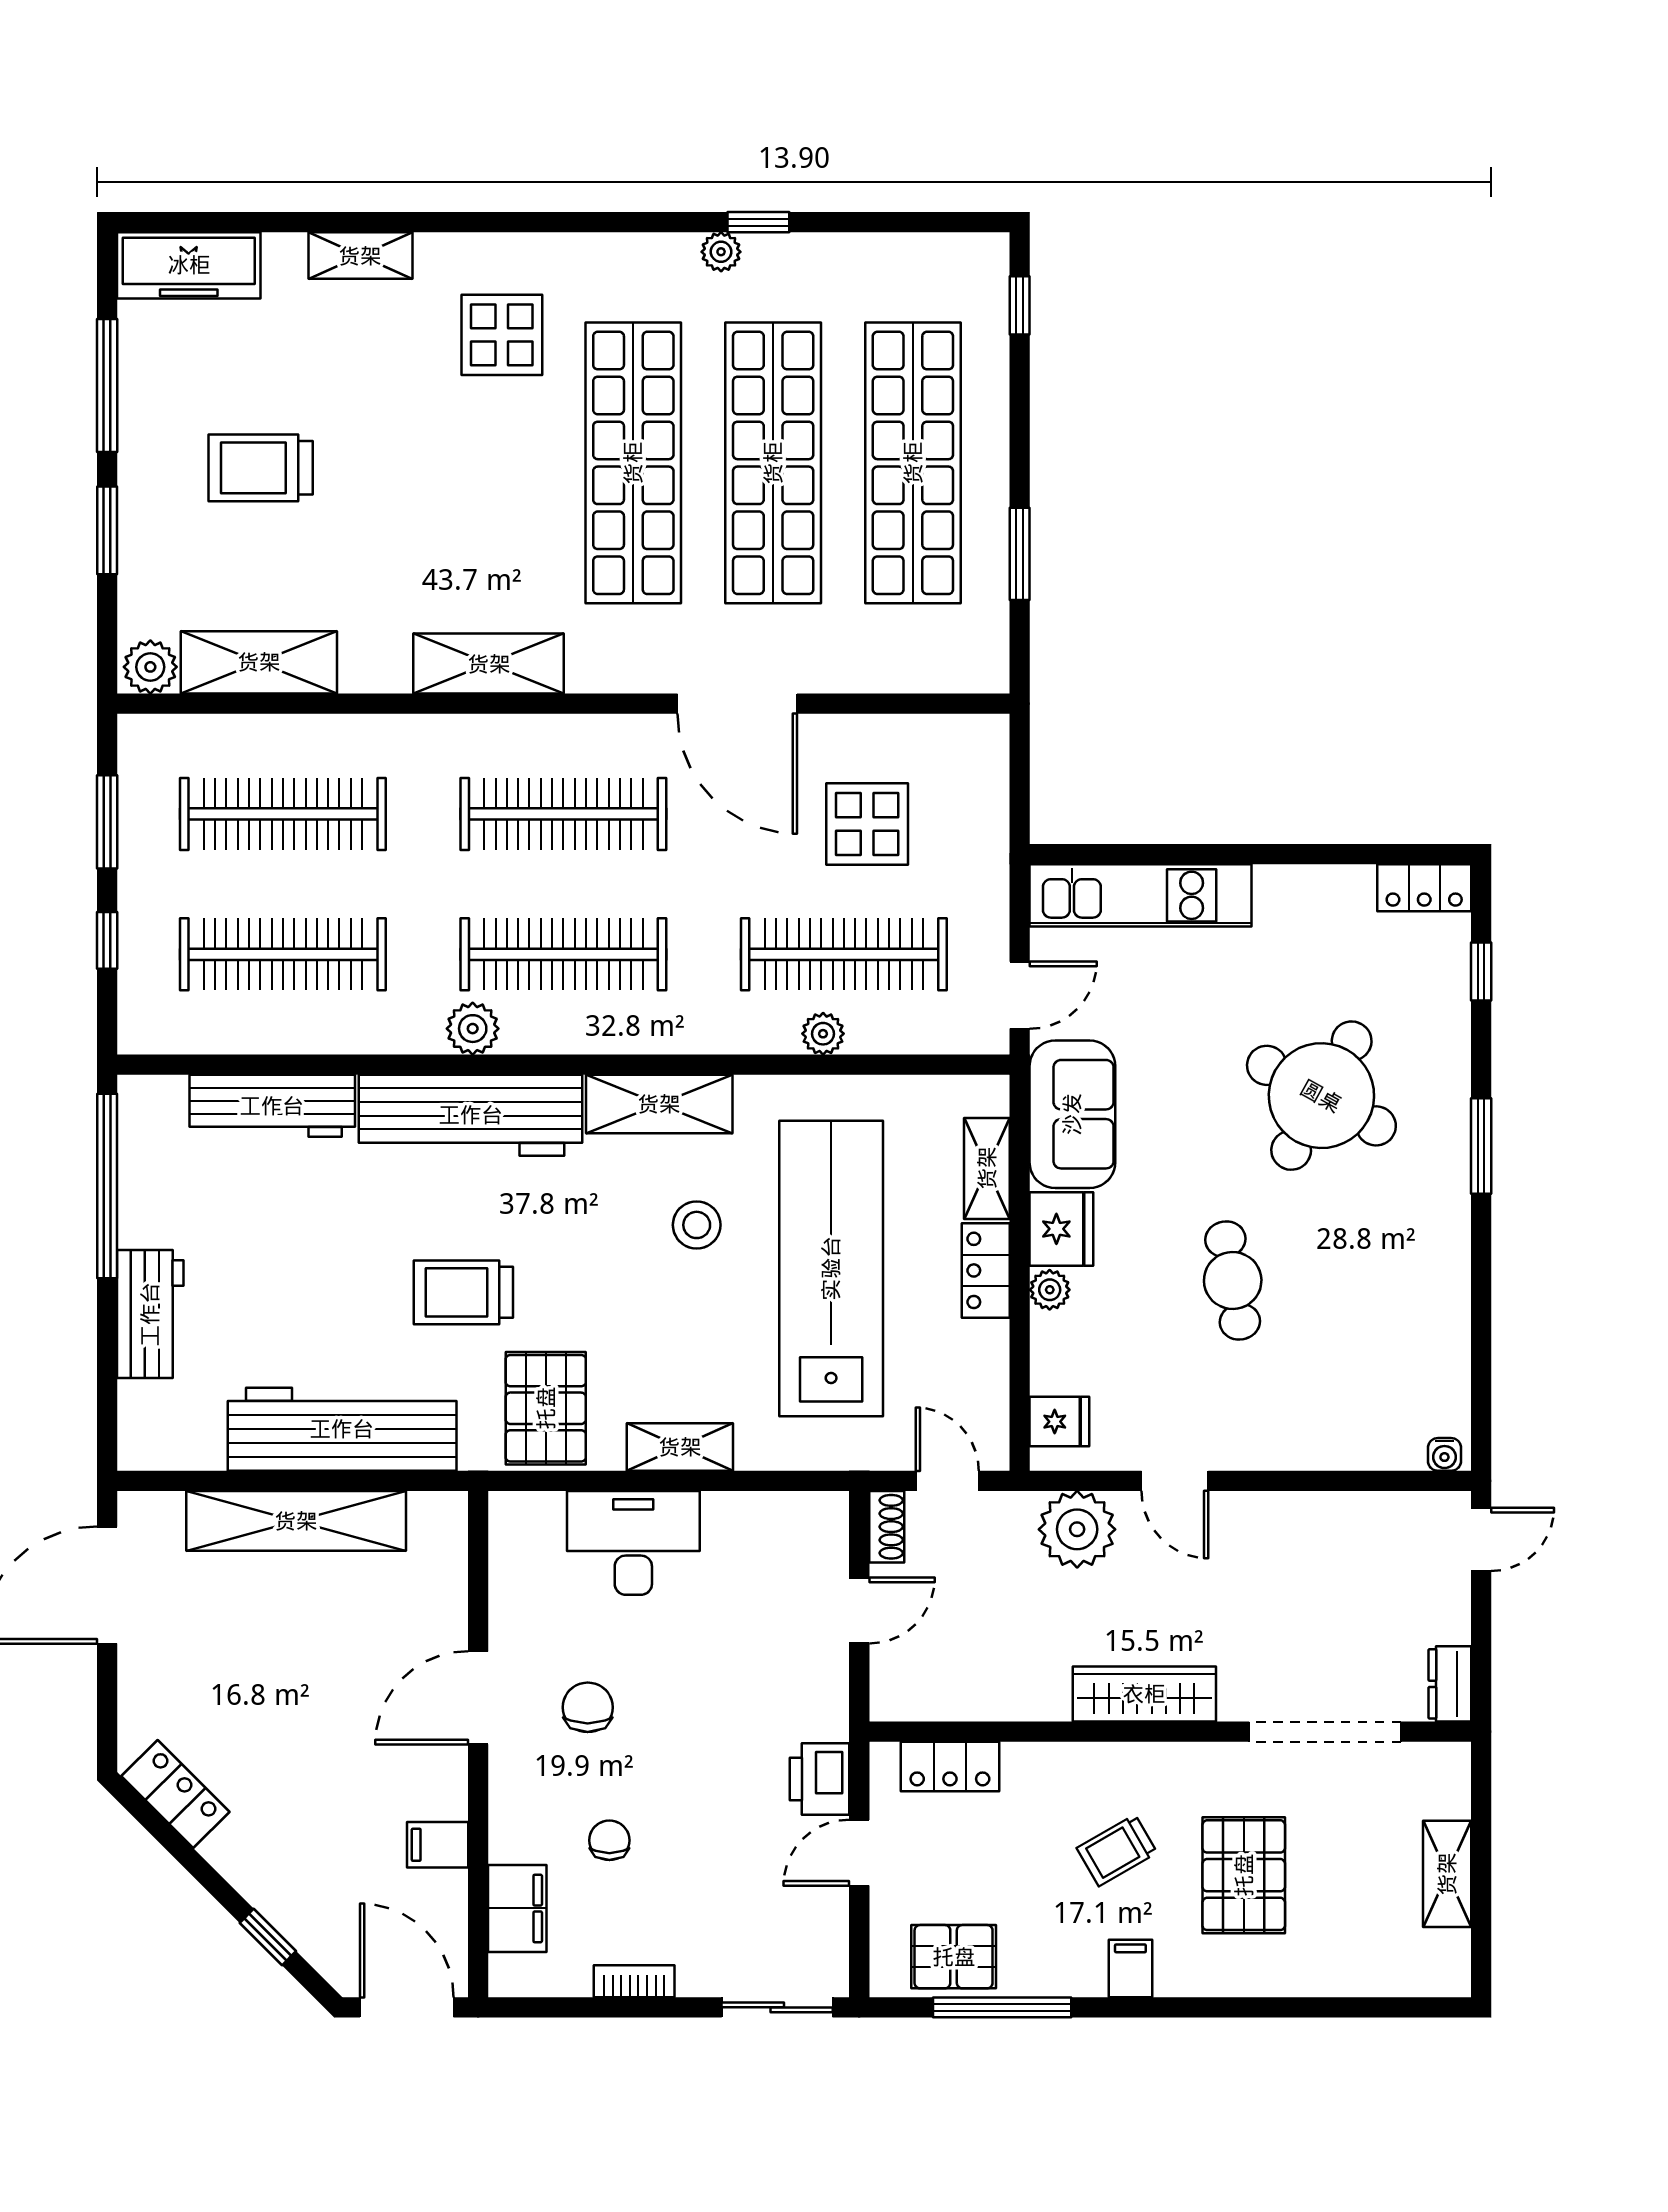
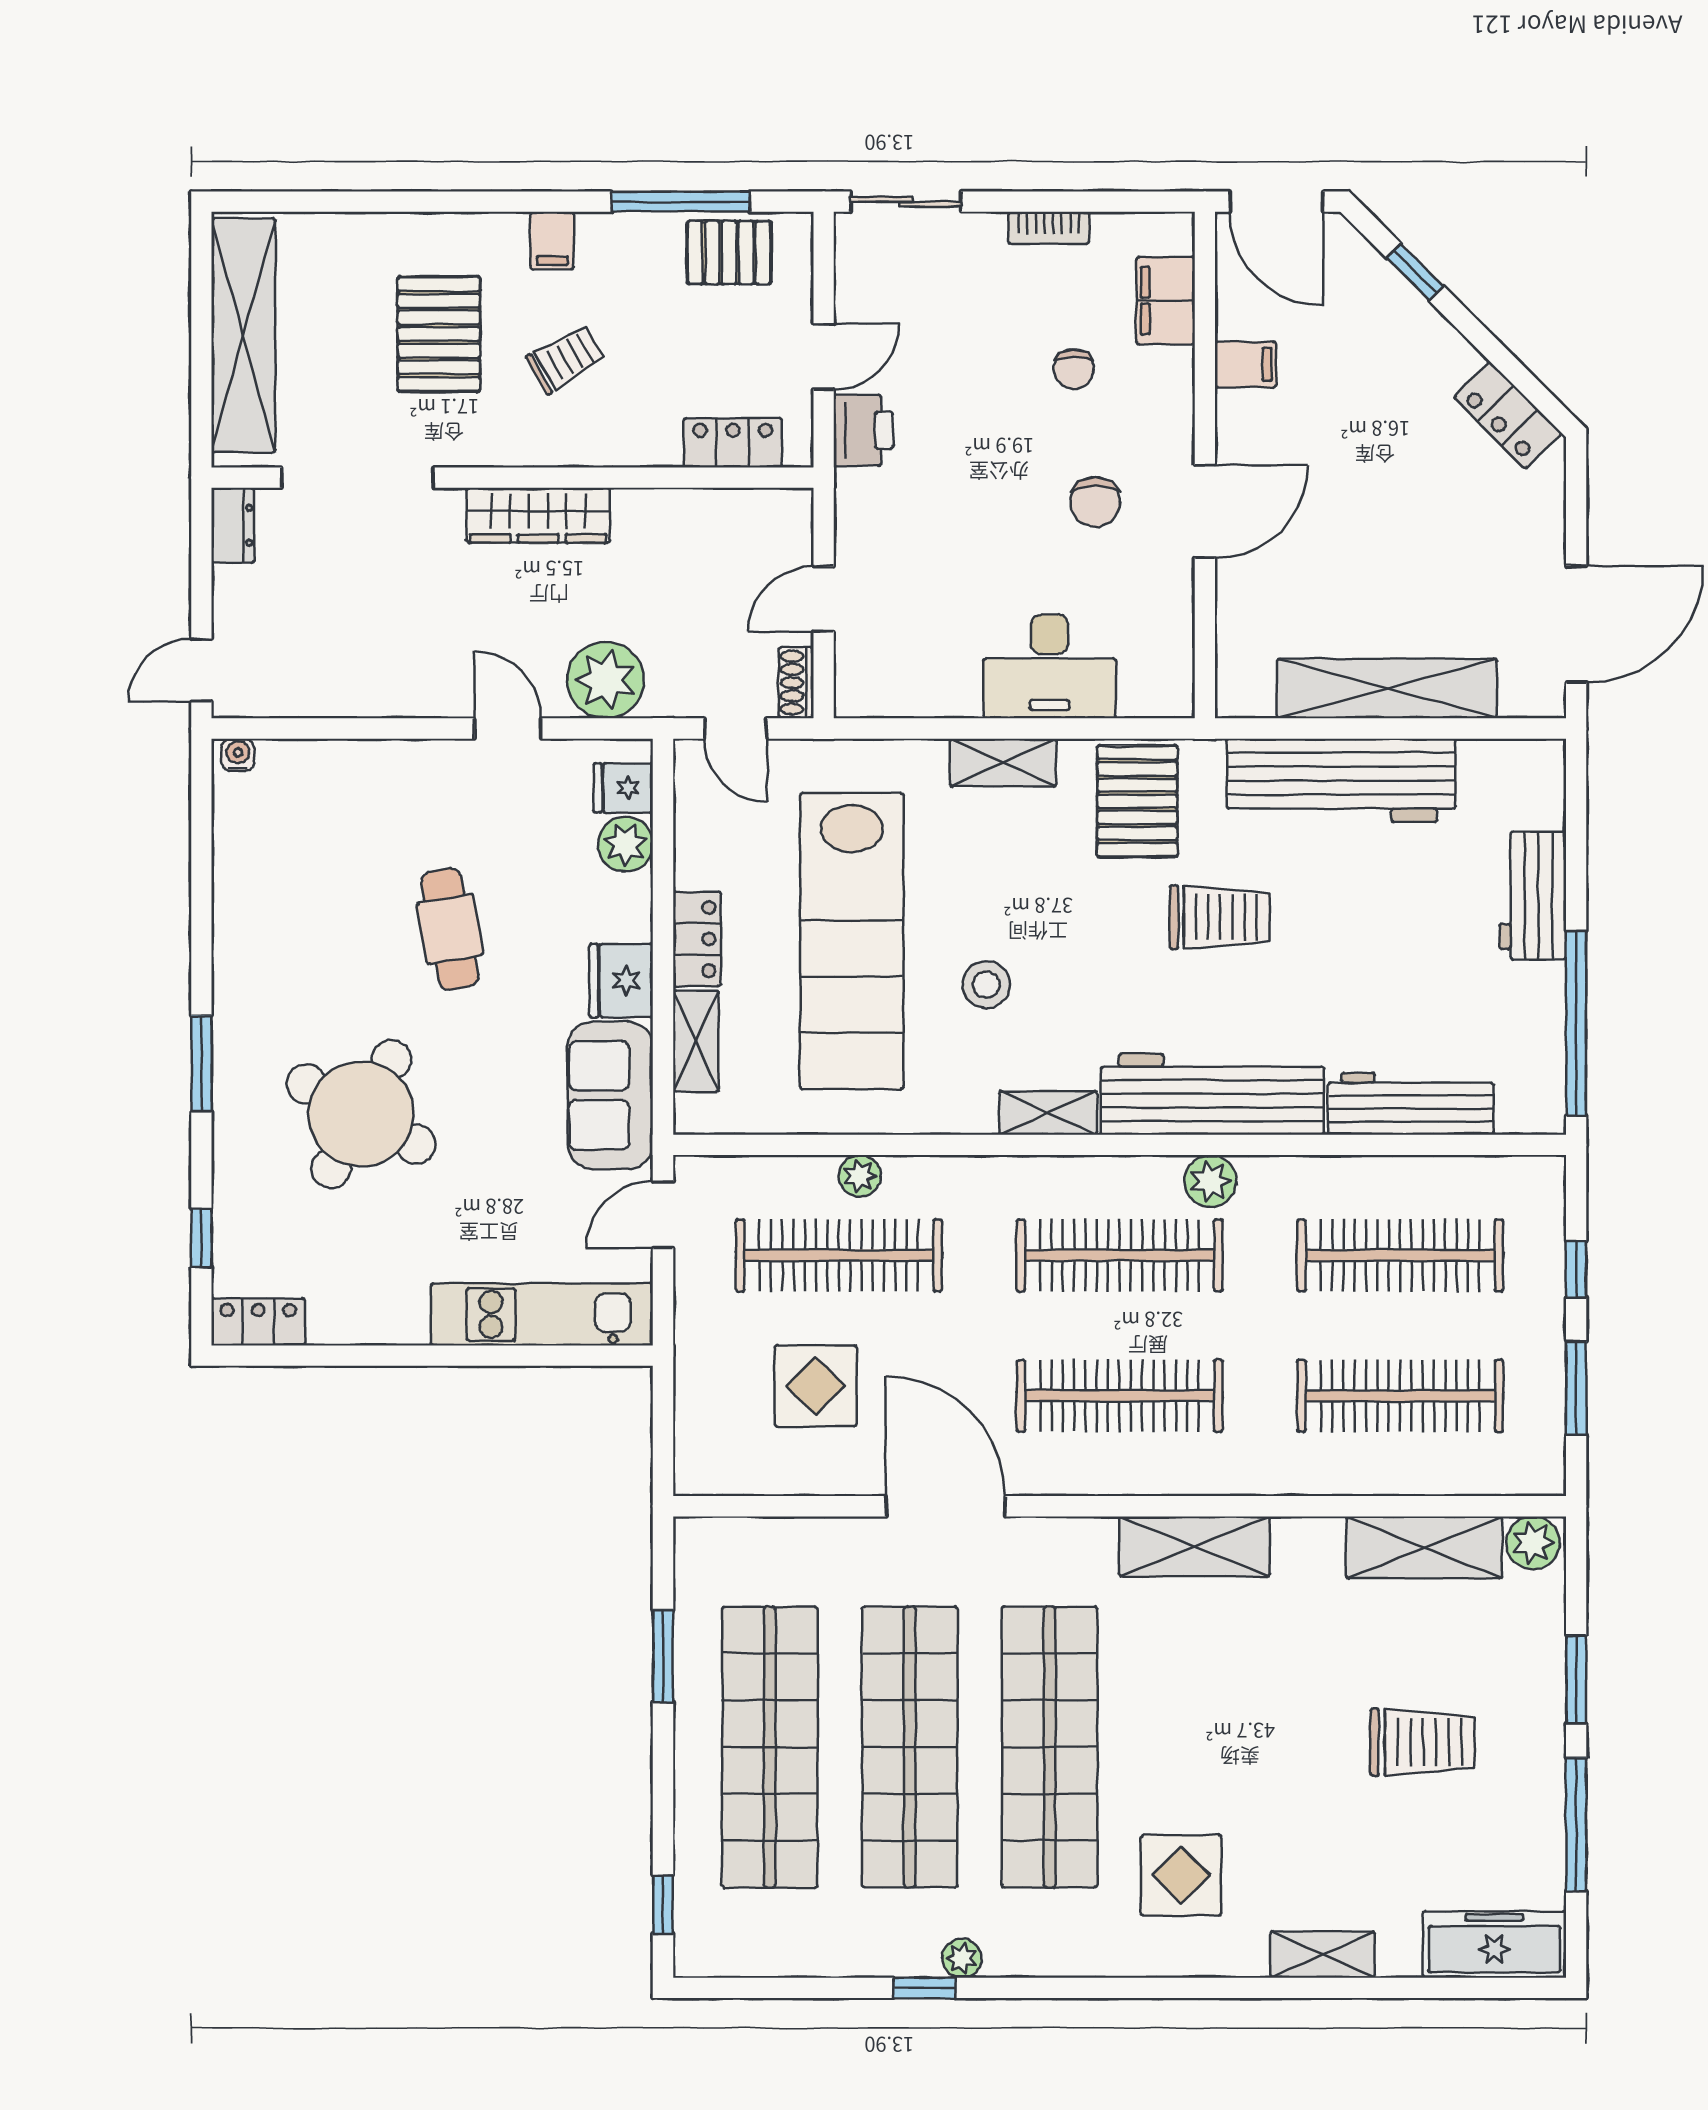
shelving: (659, 1104) -> (1048, 1113), width x0.67, depth x0.75
plant: (1050, 1290) -> (625, 844), moved, width x1.38, depth x1.38
shelving: (1447, 1874) -> (243, 335), width x2.20, depth x1.33

